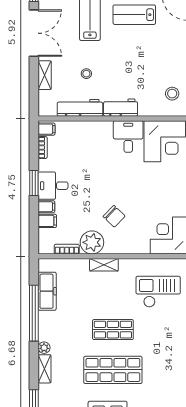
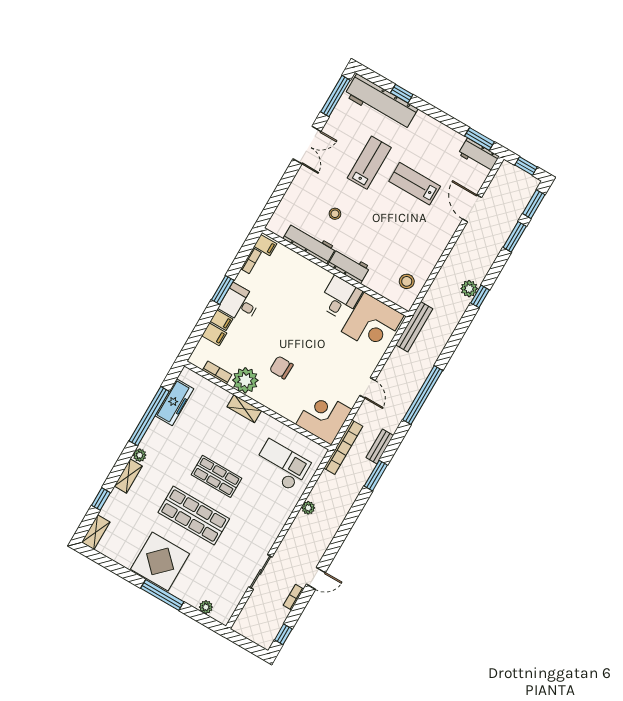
double door: (34, 33) -> (307, 145), width x0.73
shelving: (45, 75) -> (294, 192), removed
chair: (114, 216) -> (281, 367), turned 137

